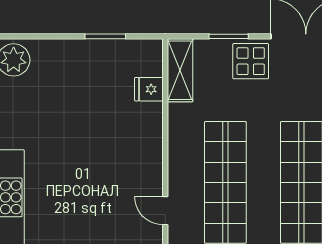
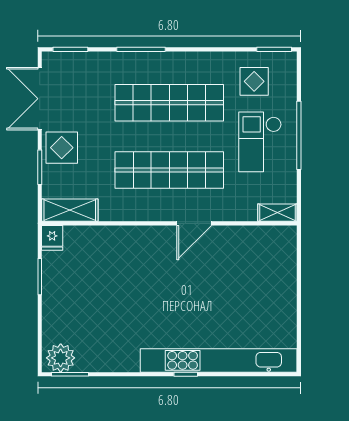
fridge: (149, 89) -> (52, 238), moved
door: (165, 211) -> (194, 223), width x1.38

